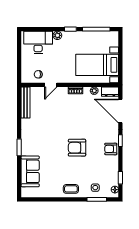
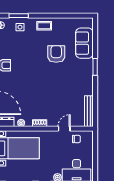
armchair: (77, 148) -> (56, 54), moved, turned -90

